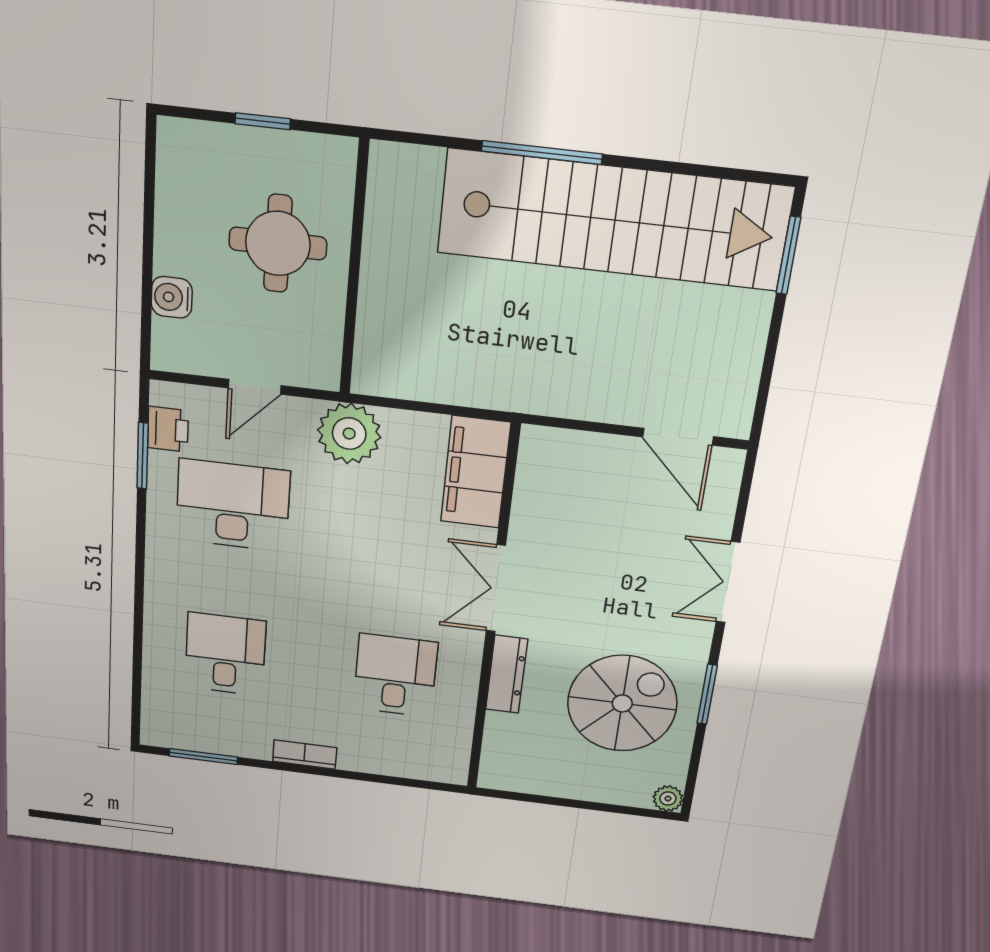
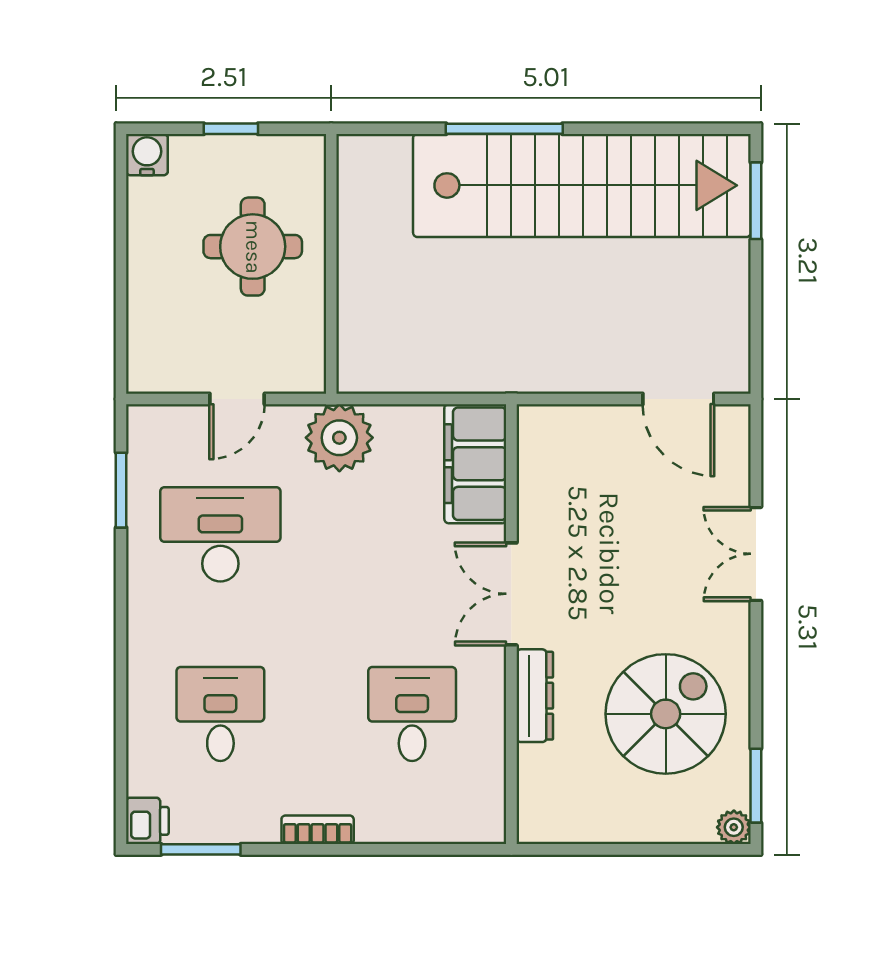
water cooler: (172, 297) -> (147, 155), moved, turned 90
printer: (168, 429) -> (147, 821), moved
window: (707, 694) -> (756, 786), moved

